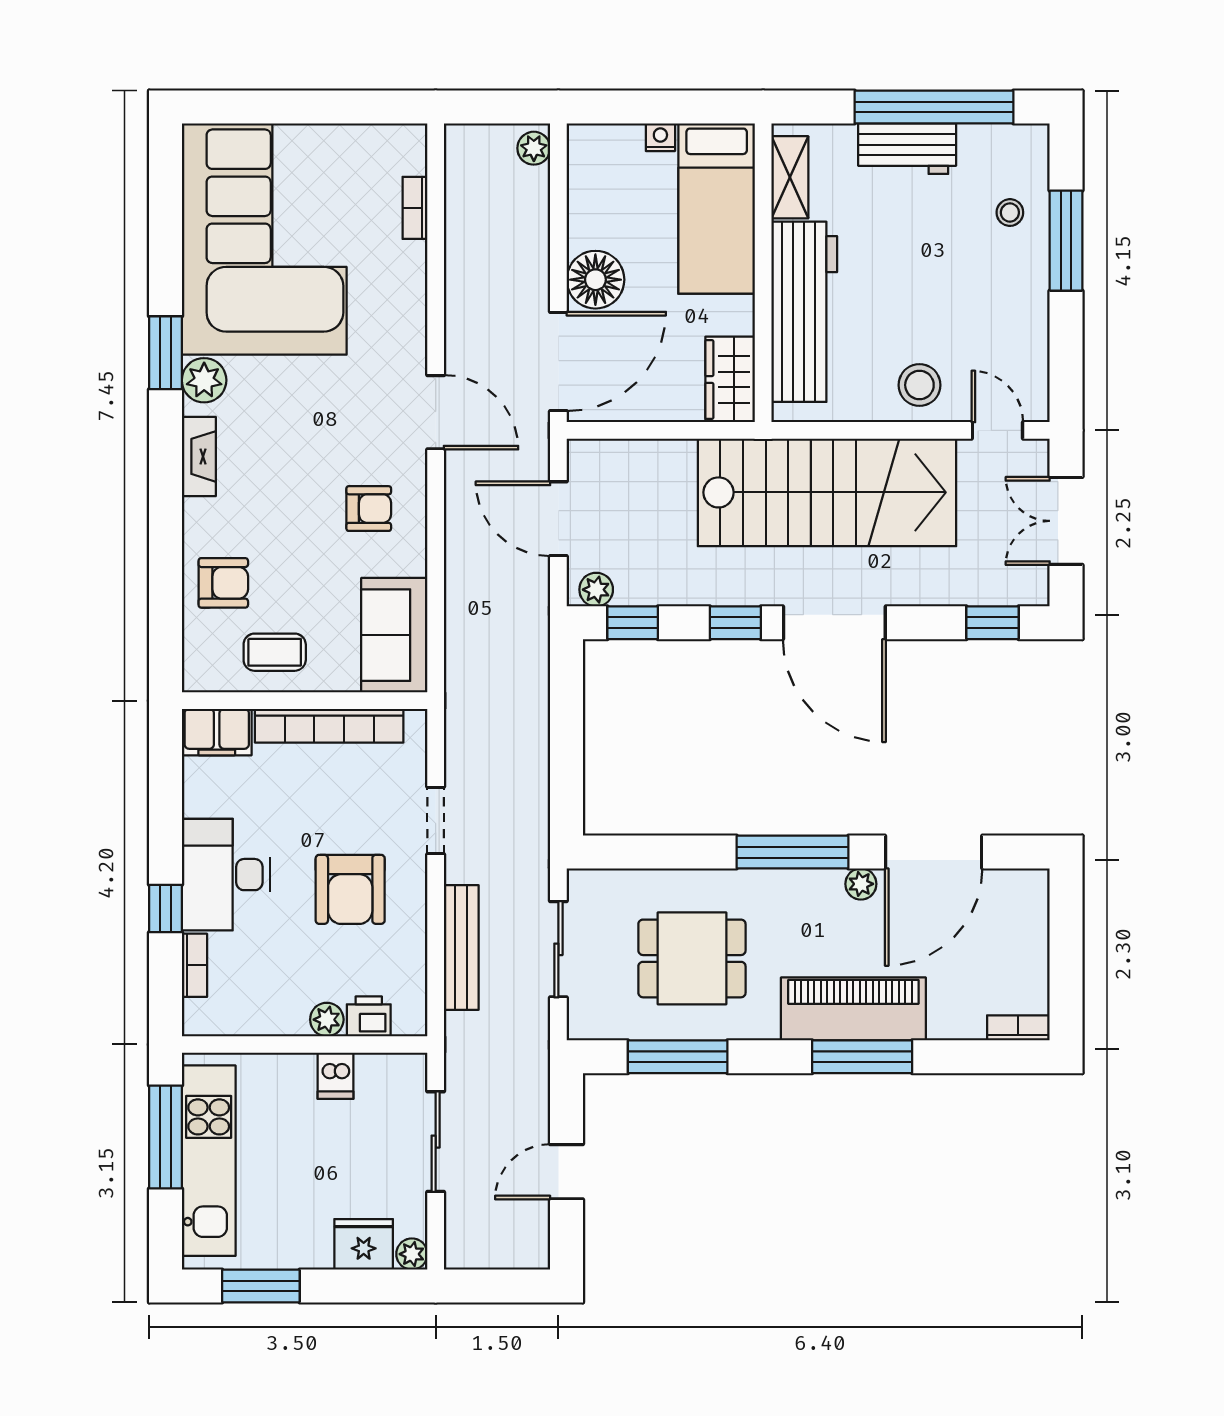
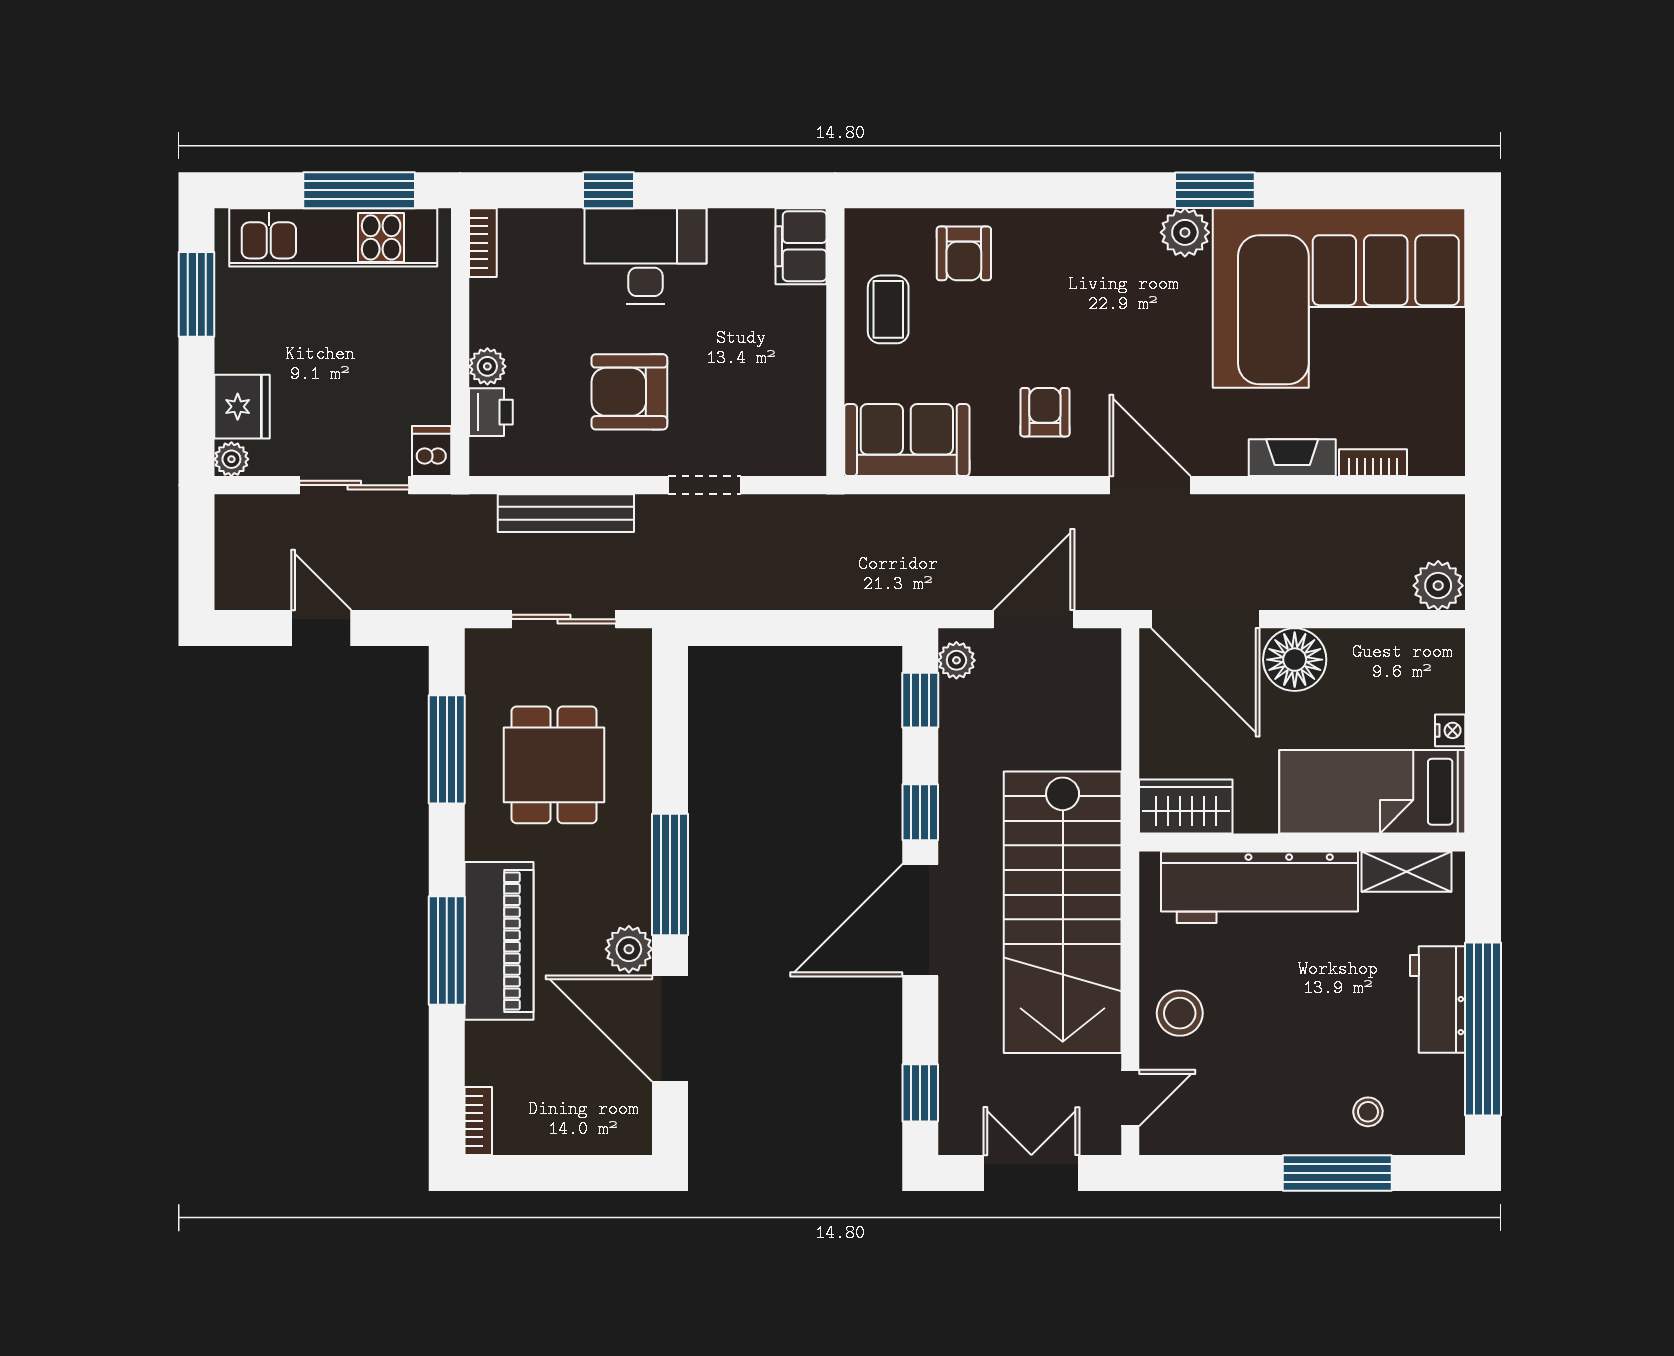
plant: (534, 148) -> (1438, 586), width x1.38, depth x1.38
door: (436, 412) -> (1150, 485), swing flipped
fireplace: (199, 456) -> (1292, 458), moved, turned 180
armchair: (369, 509) -> (1045, 412), turned 180
bookcase: (329, 726) -> (808, 369), removed
plant: (861, 884) -> (629, 949), width x1.38, depth x1.38
bookcase: (194, 965) -> (483, 243), moved, turned -90
dishwasher: (336, 1076) -> (432, 451), moved, turned 90

